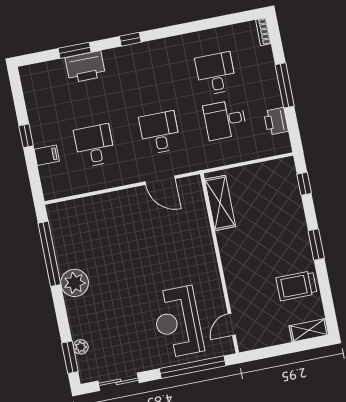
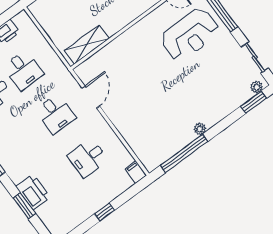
desk: (160, 133) -> (56, 114), turned -90
filing cabinet: (47, 155) -> (136, 172), moved
plant: (75, 283) -> (200, 129), width x0.53, depth x0.53
plant: (81, 347) -> (257, 87), moved

